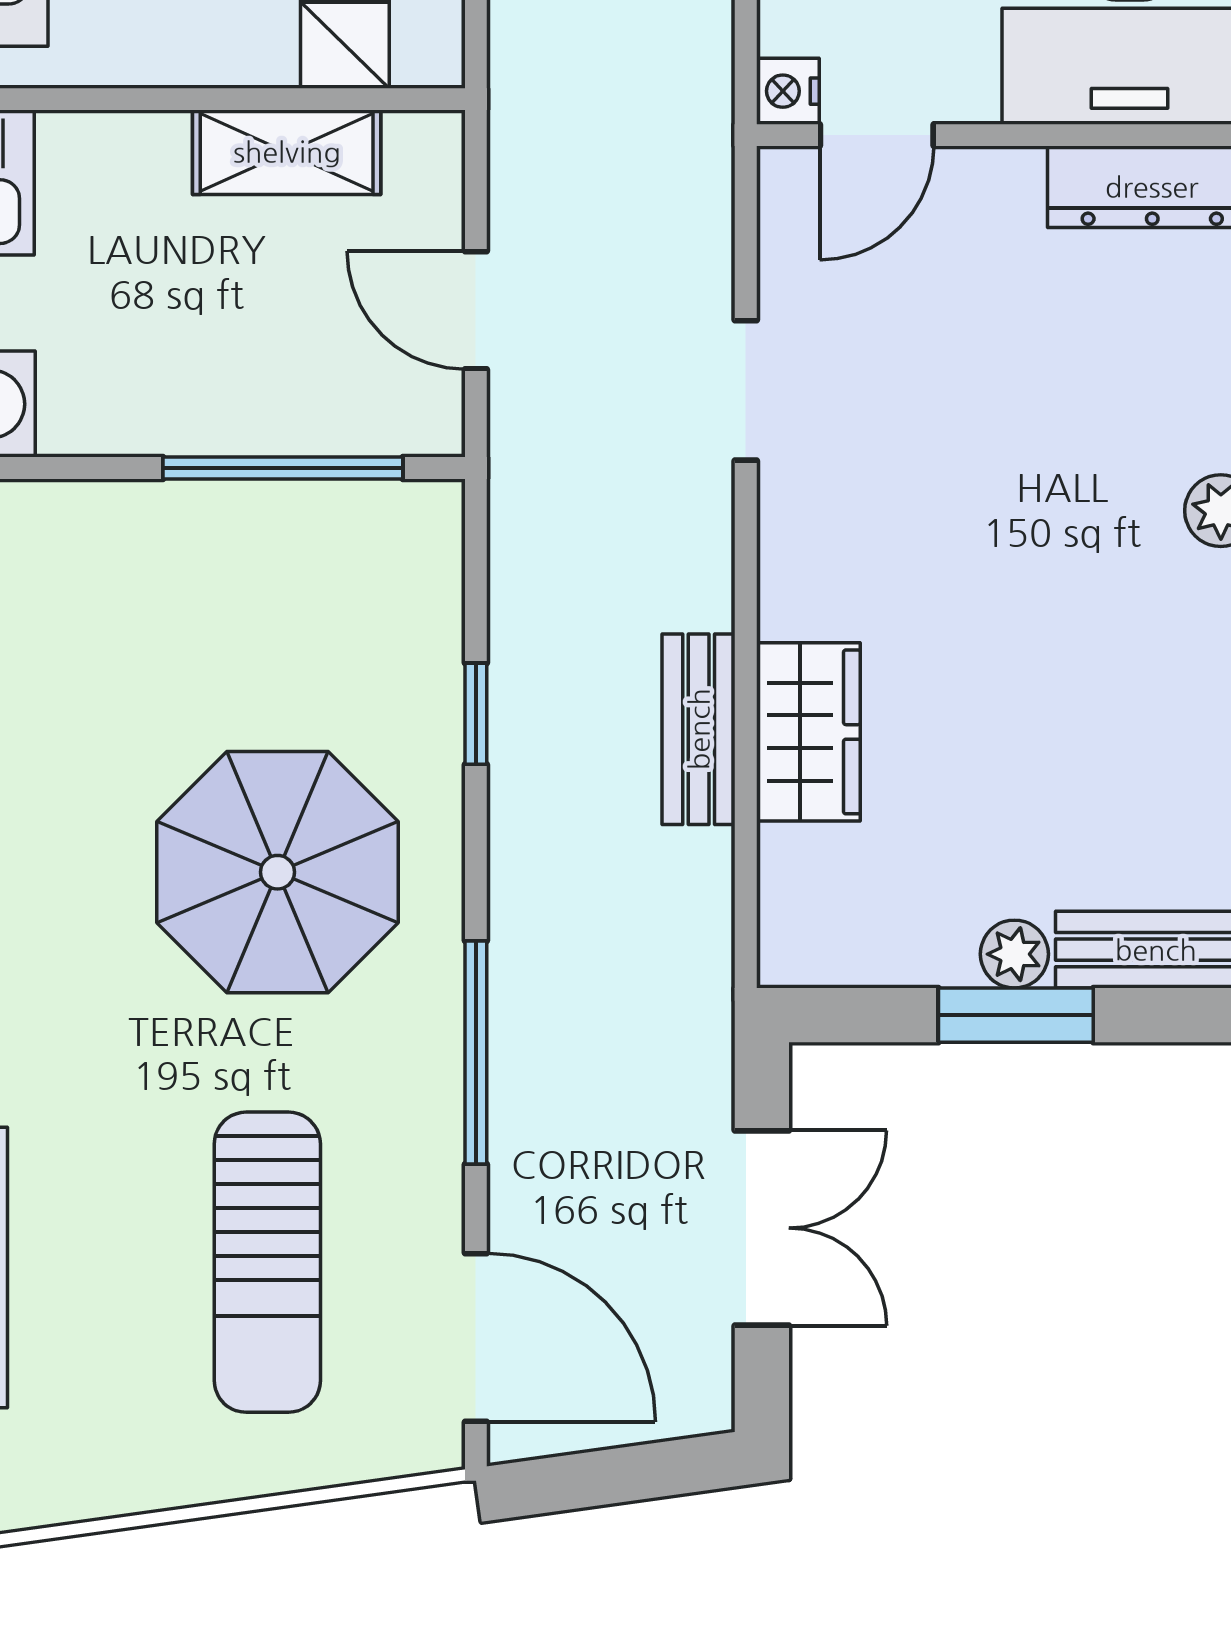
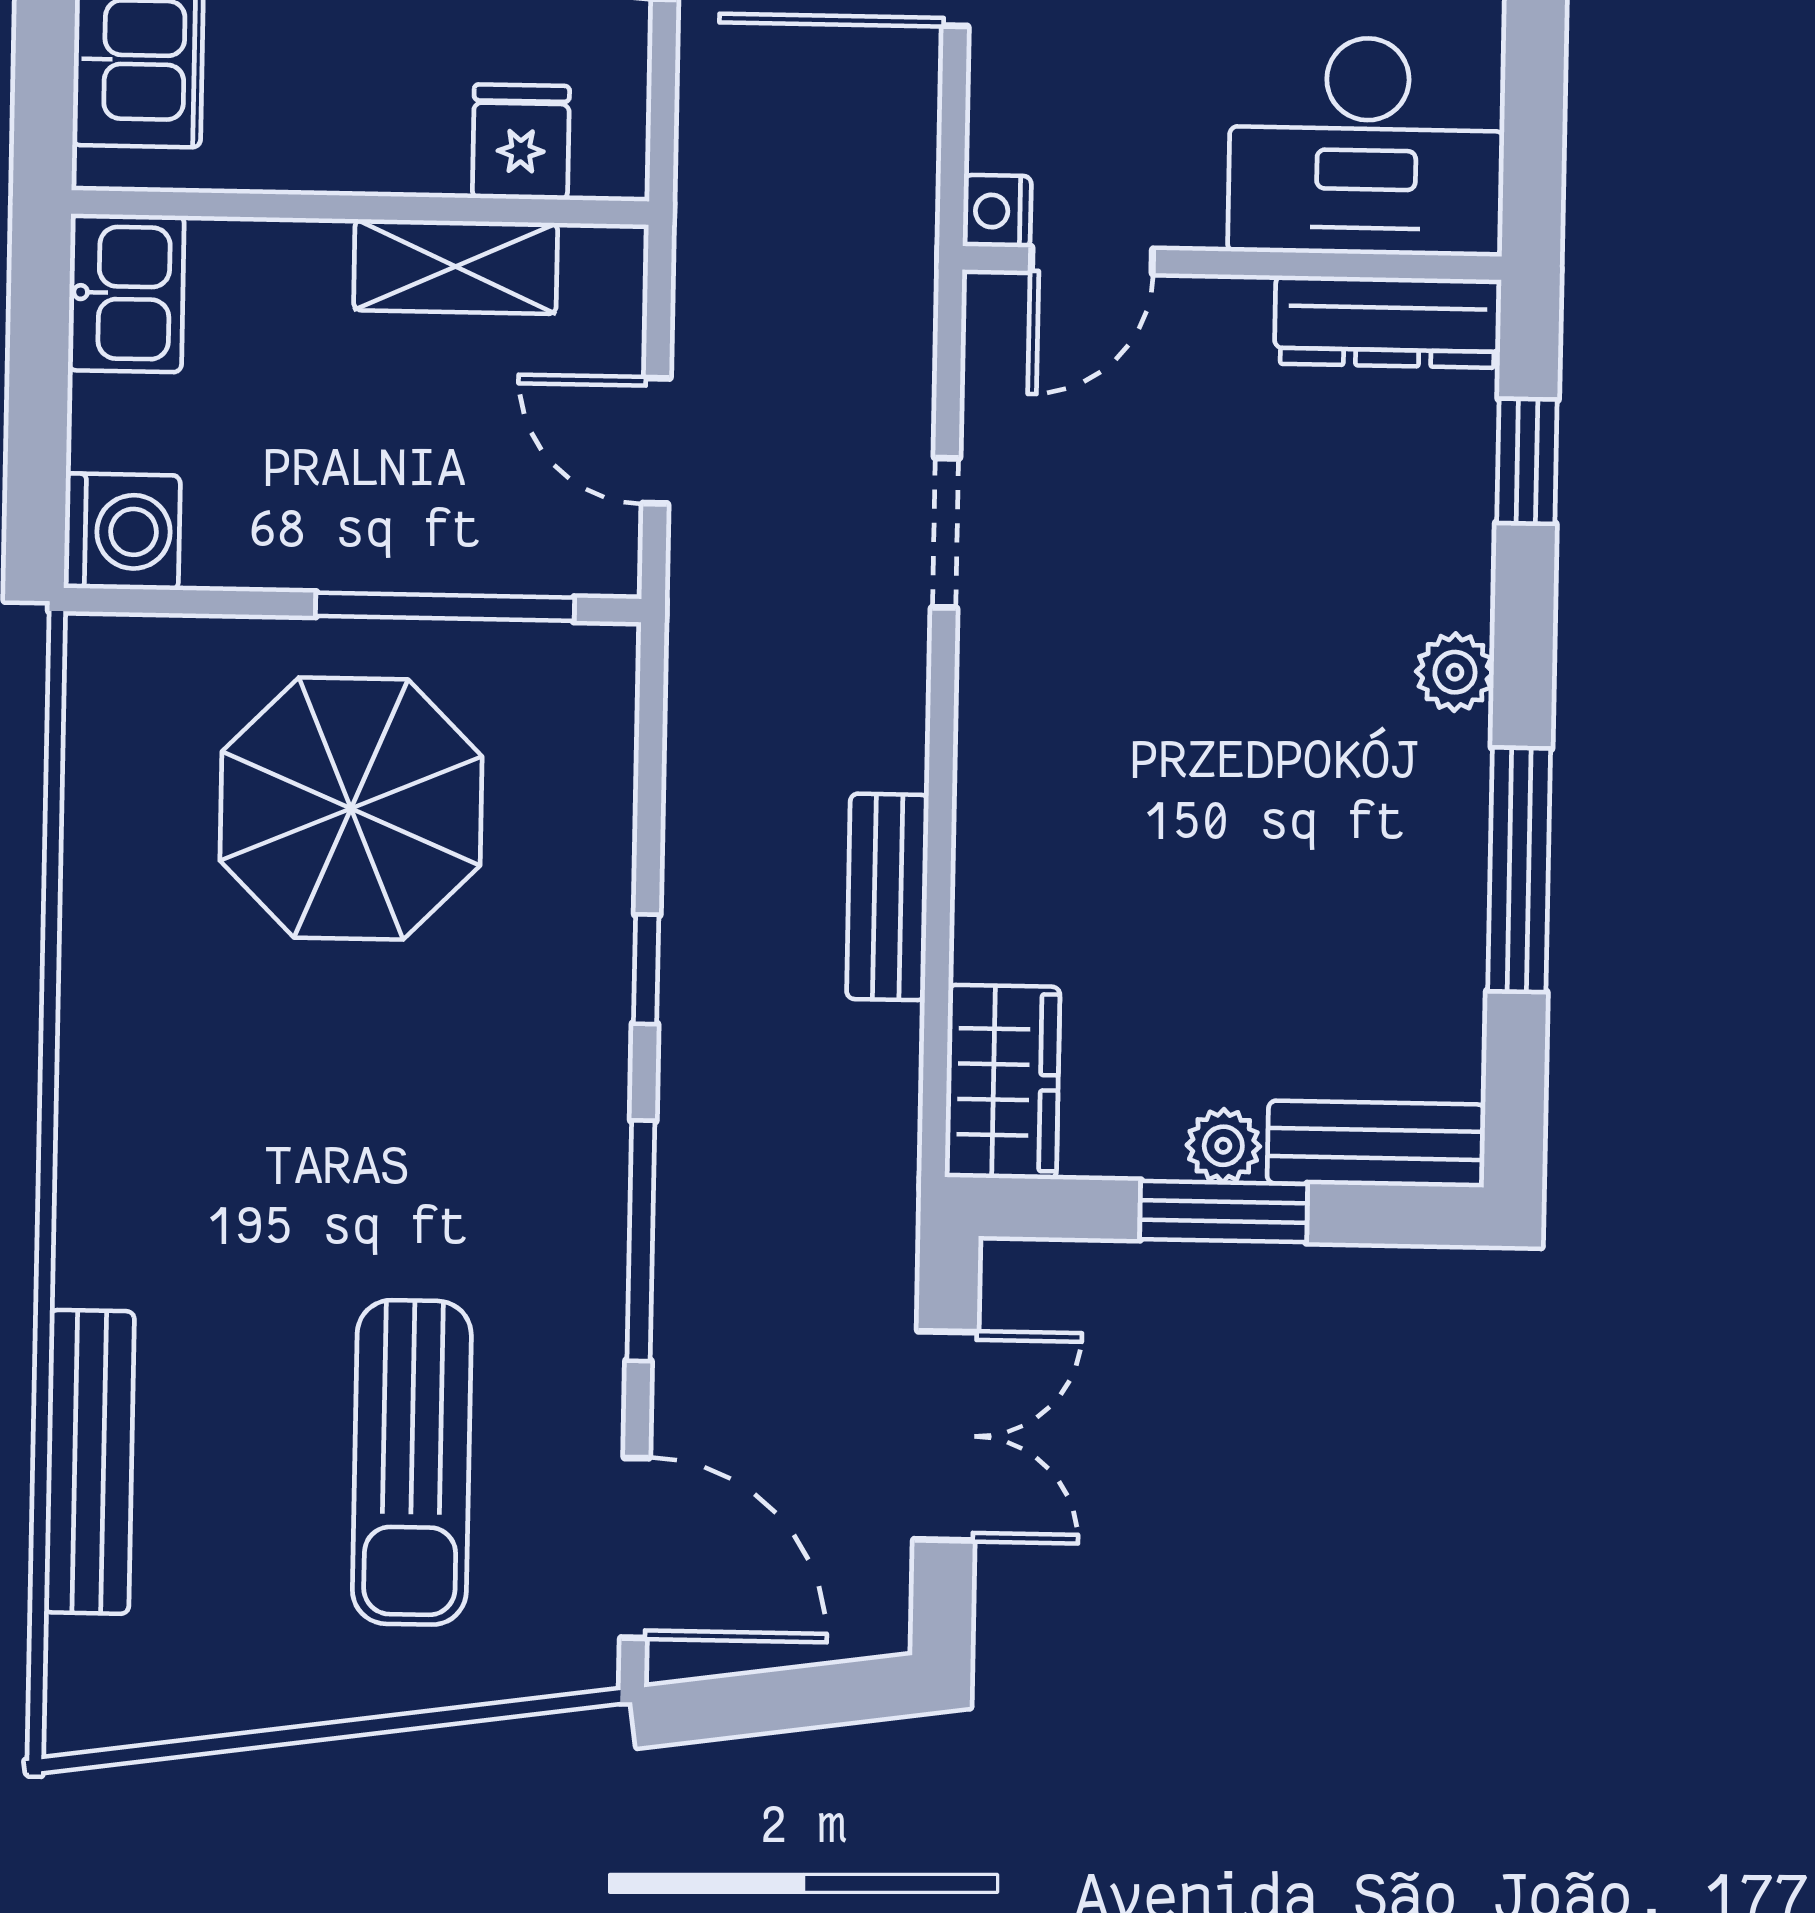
window: (476, 714) -> (646, 969), moved
wardrobe: (808, 732) -> (1002, 1082), moved
parasol: (277, 872) -> (351, 808), moved

